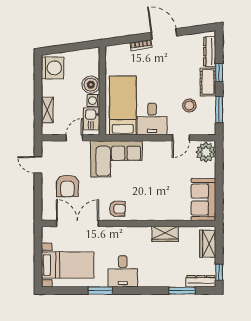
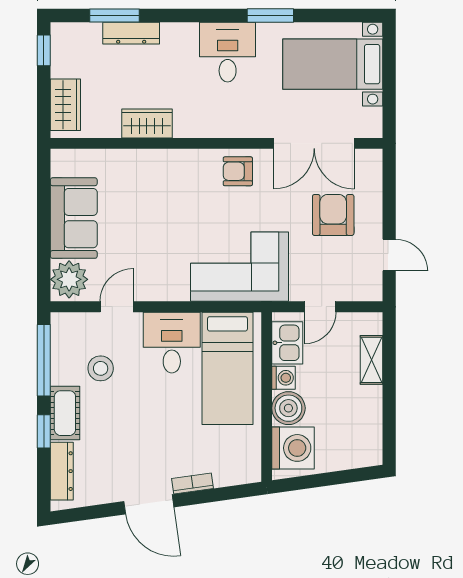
washing machine: (53, 68) -> (293, 448), moved, turned 180
window: (219, 110) -> (44, 360), width x1.44
sofa: (203, 200) -> (74, 218), moved
dresser: (201, 281) -> (131, 33), moved

